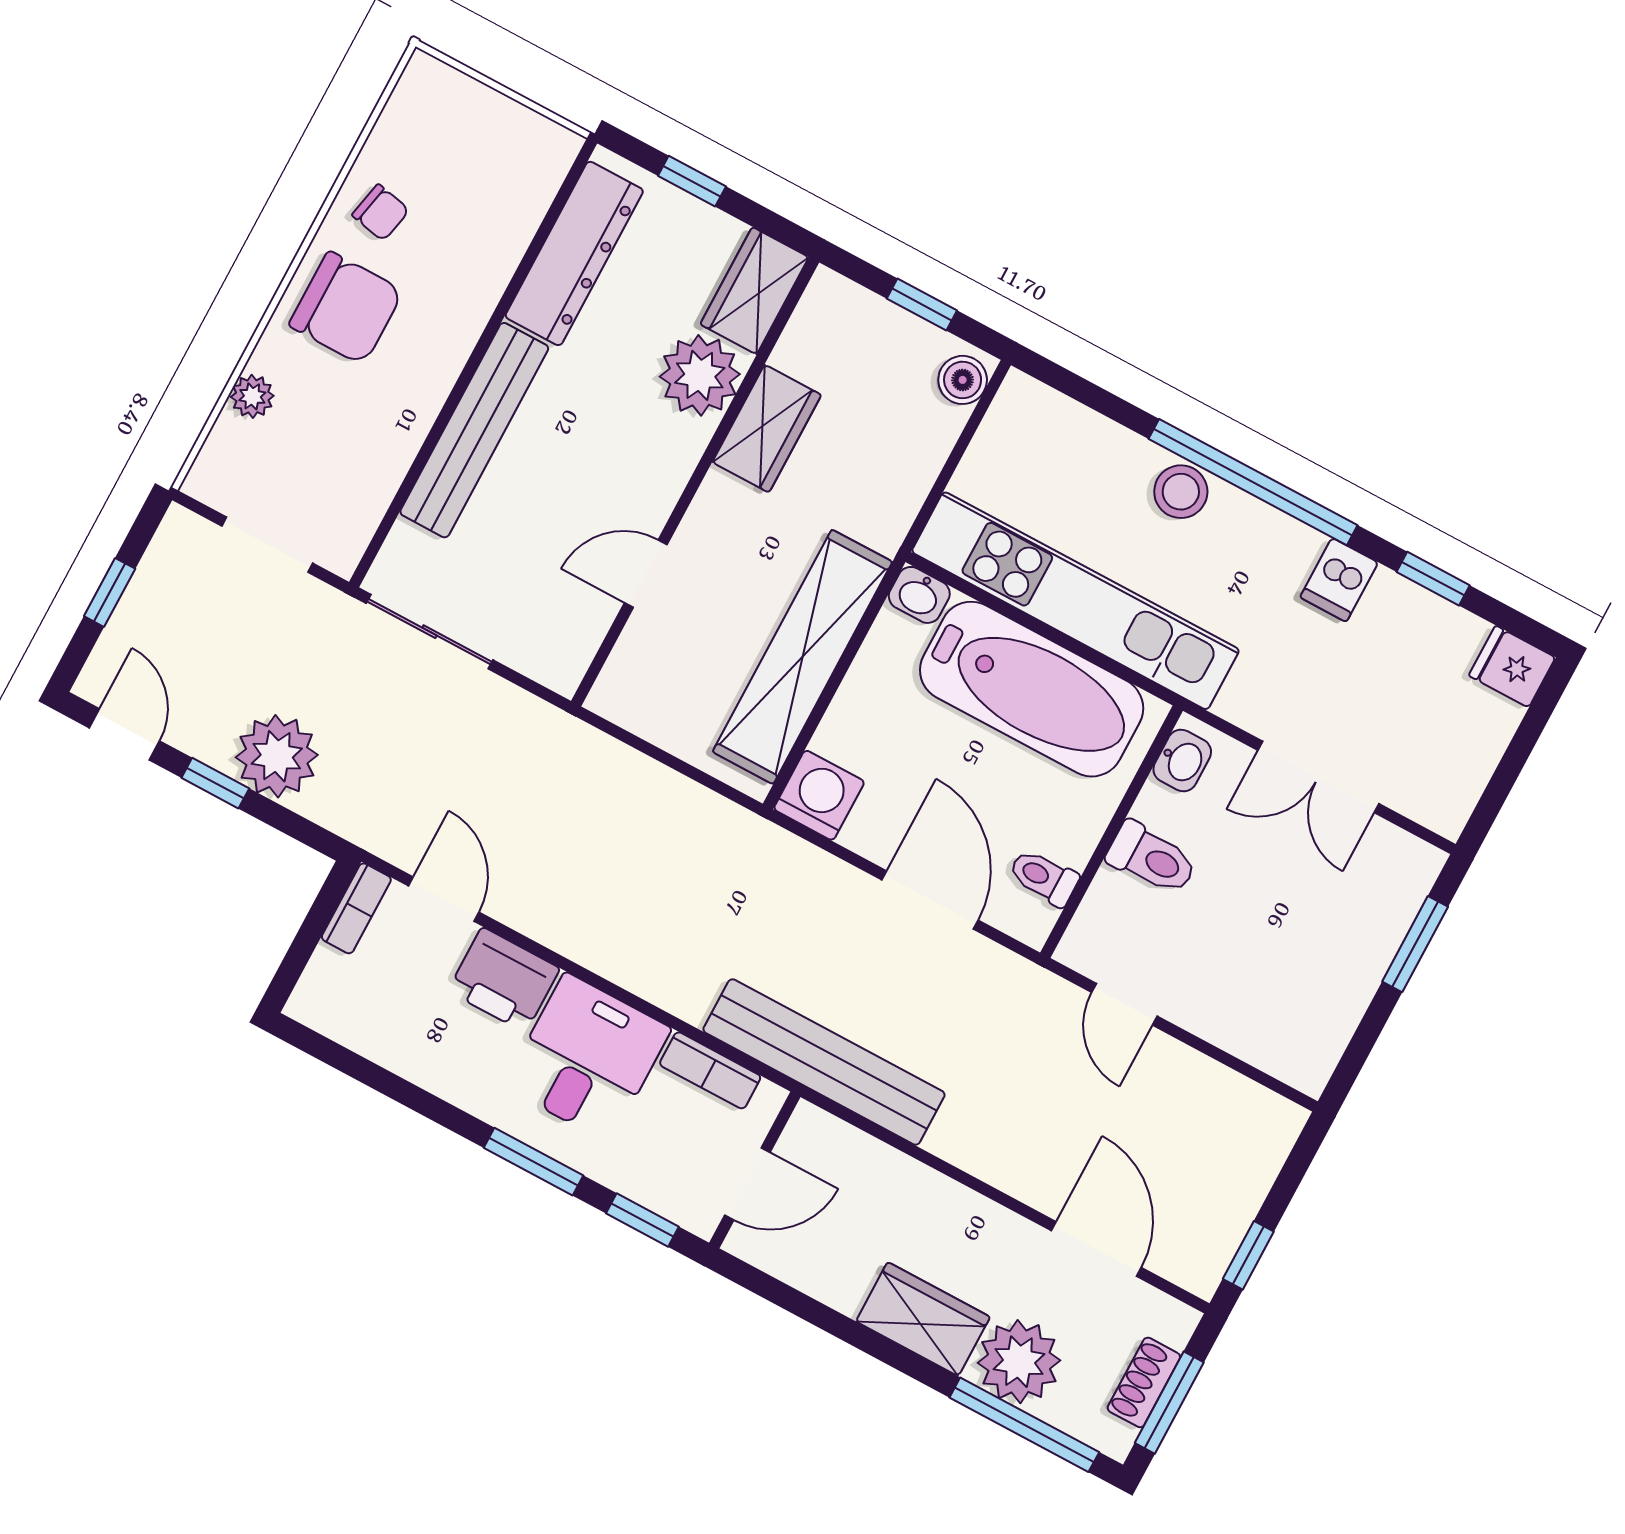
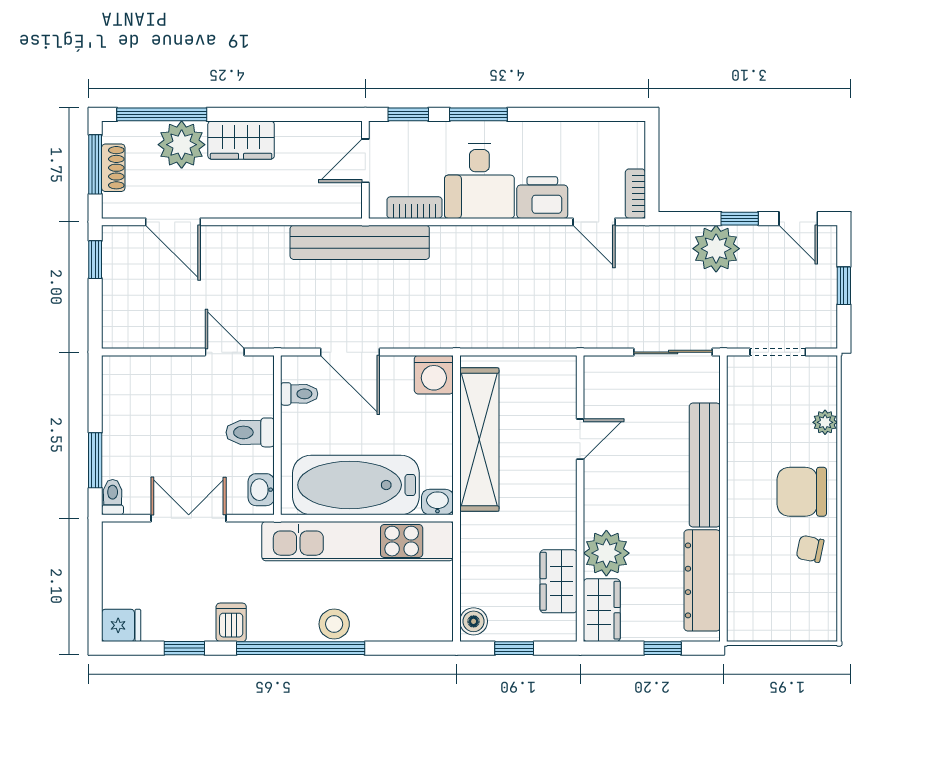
wardrobe: (767, 429) -> (559, 581), moved
toilet: (1419, 873) -> (113, 497), added

